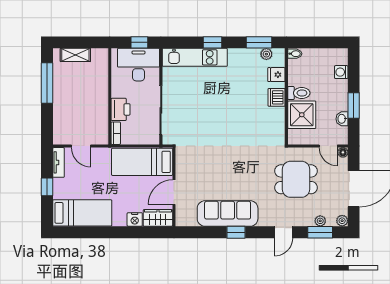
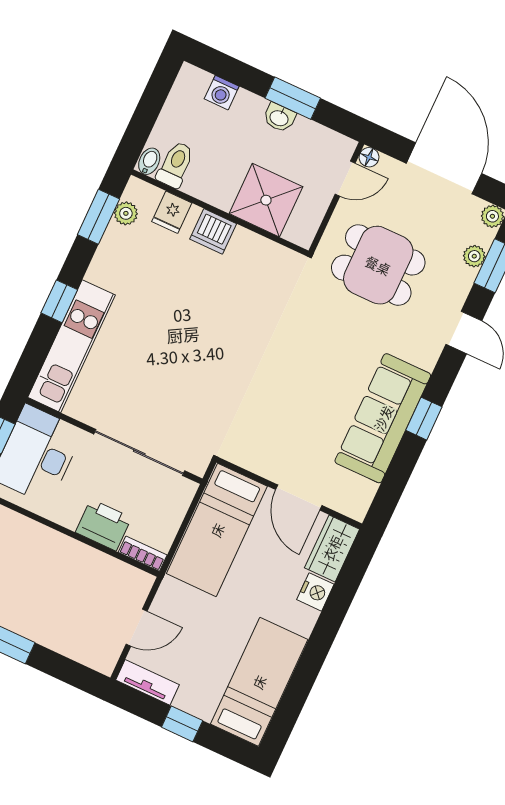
toilet: (299, 93) -> (175, 165), moved
washbasin: (342, 119) -> (279, 118), moved
dining table: (296, 179) -> (378, 265), turned 90

